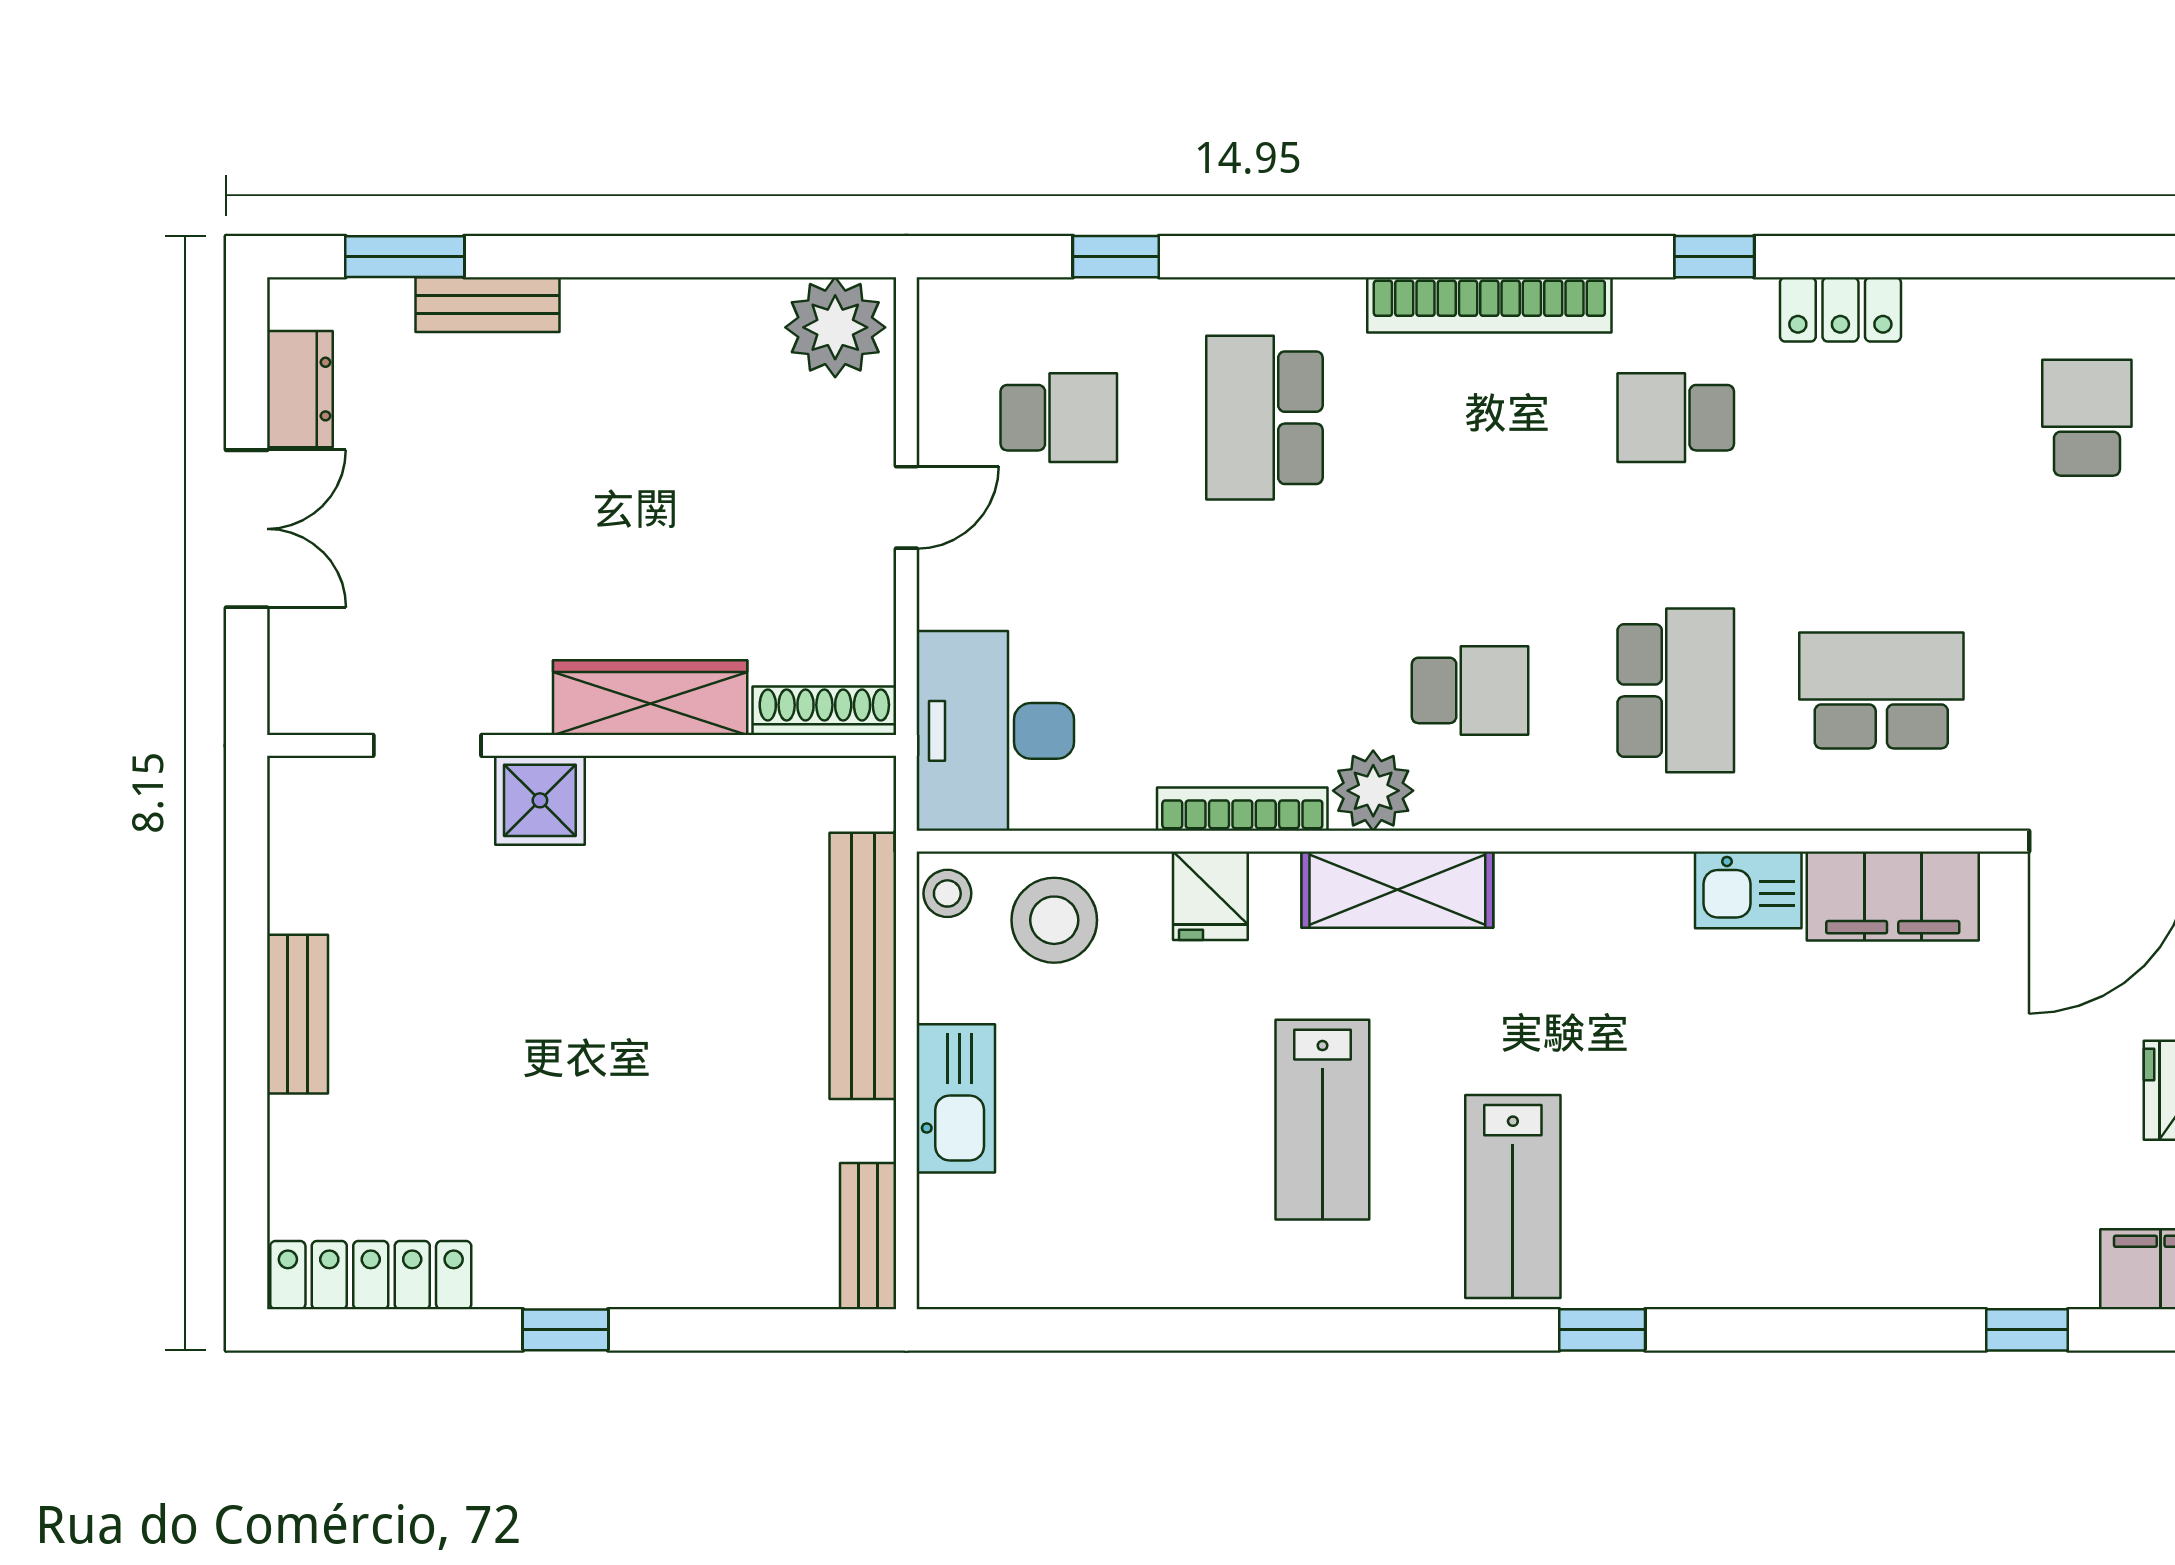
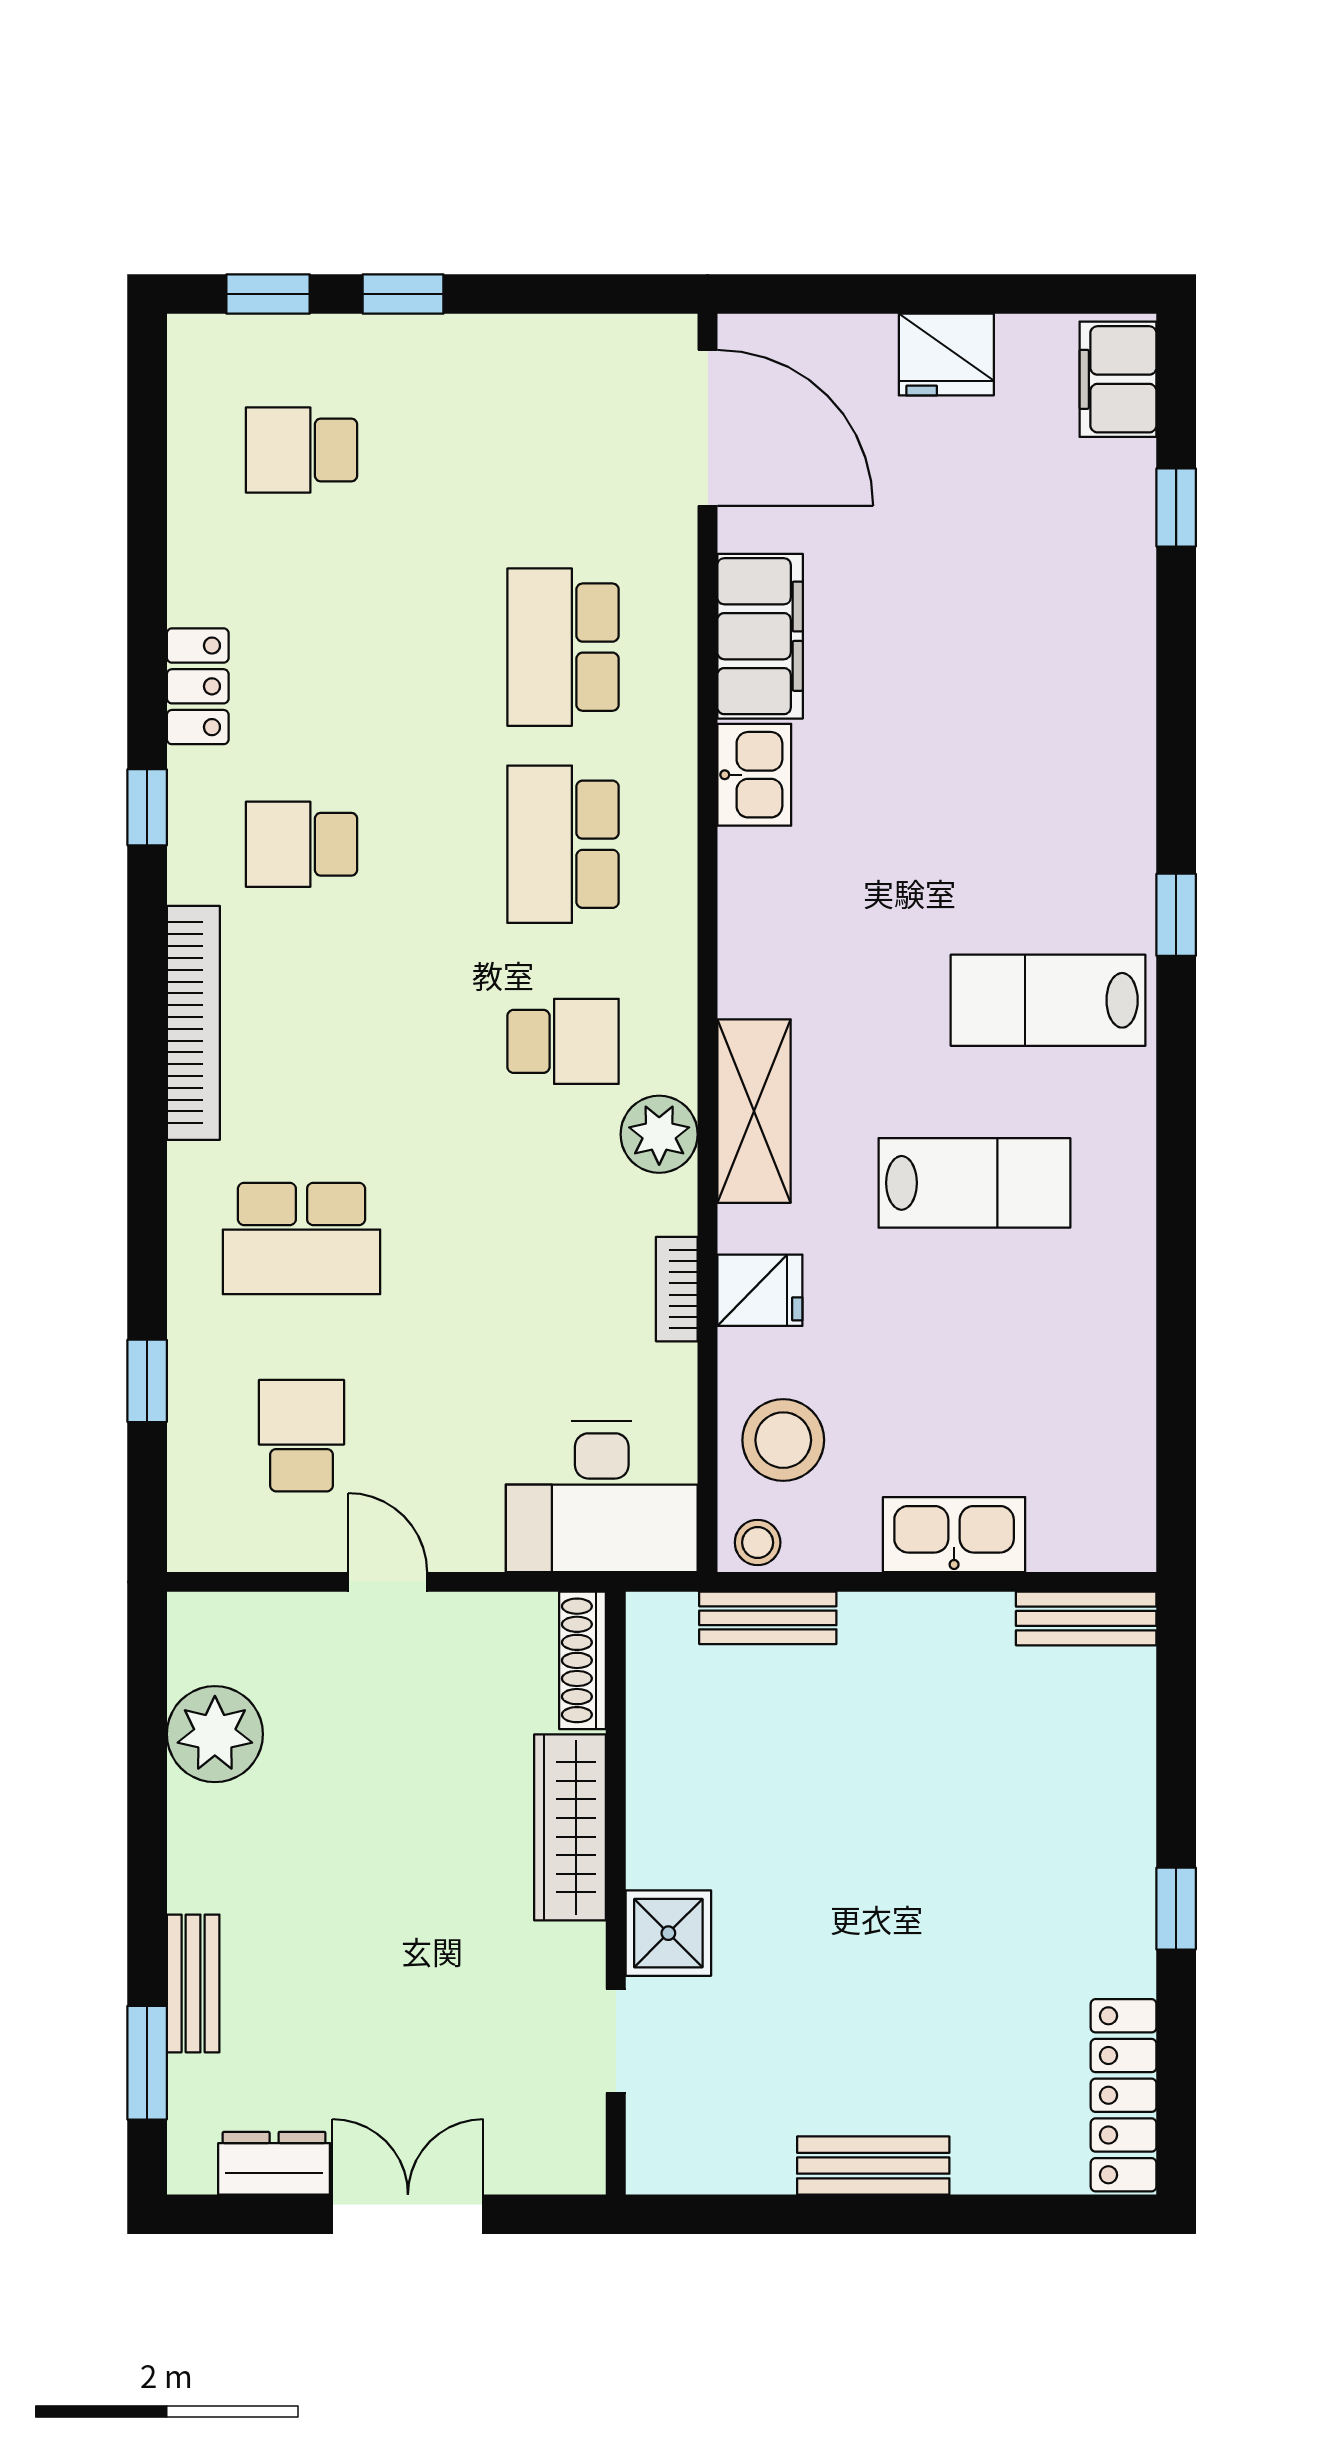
plant: (835, 327) -> (215, 1734), moved
school desk: (1676, 418) -> (301, 844), turned 90
school desk: (1470, 690) -> (563, 1041), turned 90
school desk: (1676, 690) -> (563, 844), turned -90
bookcase: (1242, 809) -> (677, 1289), width x0.64
bench: (863, 966) -> (768, 1618), width x0.54, depth x0.82
lab bench: (1513, 1196) -> (1048, 1000), turned 180

